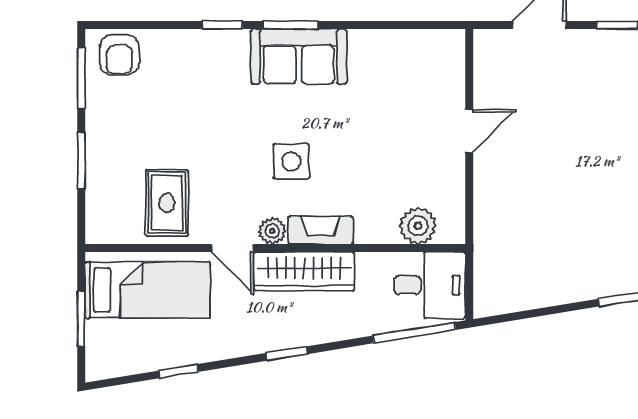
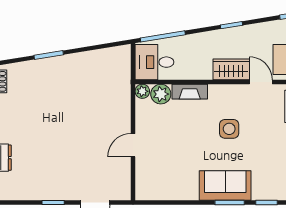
fireplace: (321, 230) -> (190, 92), moved
plant: (272, 231) -> (142, 91), moved
wardrobe: (304, 271) -> (231, 69), width x0.67

